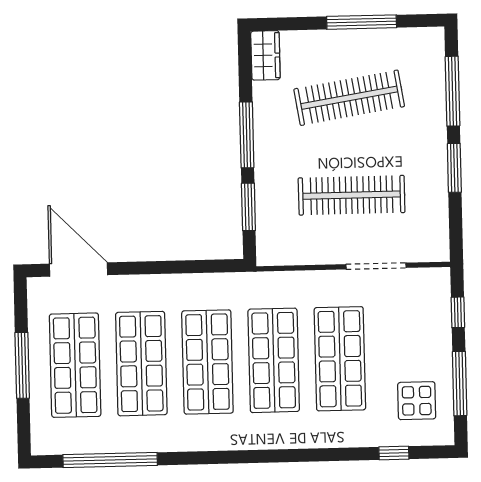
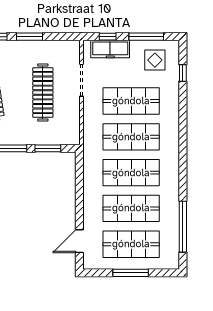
door: (79, 269) -> (79, 241), width x0.73
freezer: (435, 318) -> (110, 49), added

